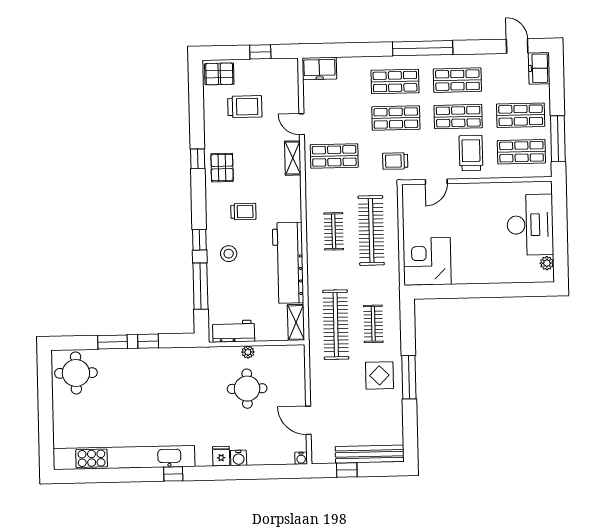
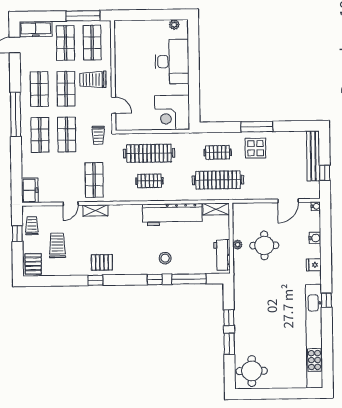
freezer: (539, 68) -> (36, 29), width x1.40
trolley: (243, 212) -> (32, 226), moved
desk: (530, 225) -> (172, 62), moved, turned 90
water cooler: (239, 458) -> (315, 238), moved

